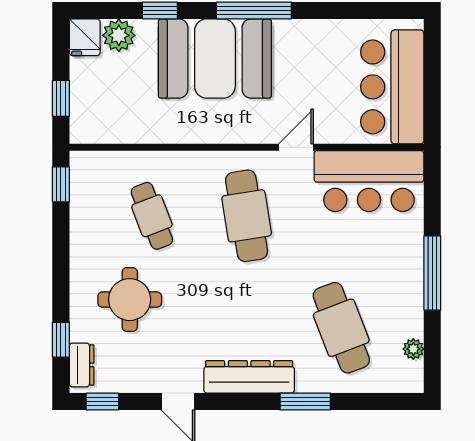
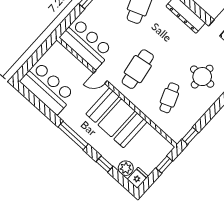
booth: (215, 59) -> (117, 118), moved
bar counter: (392, 87) -> (47, 88), moved, turned -90

